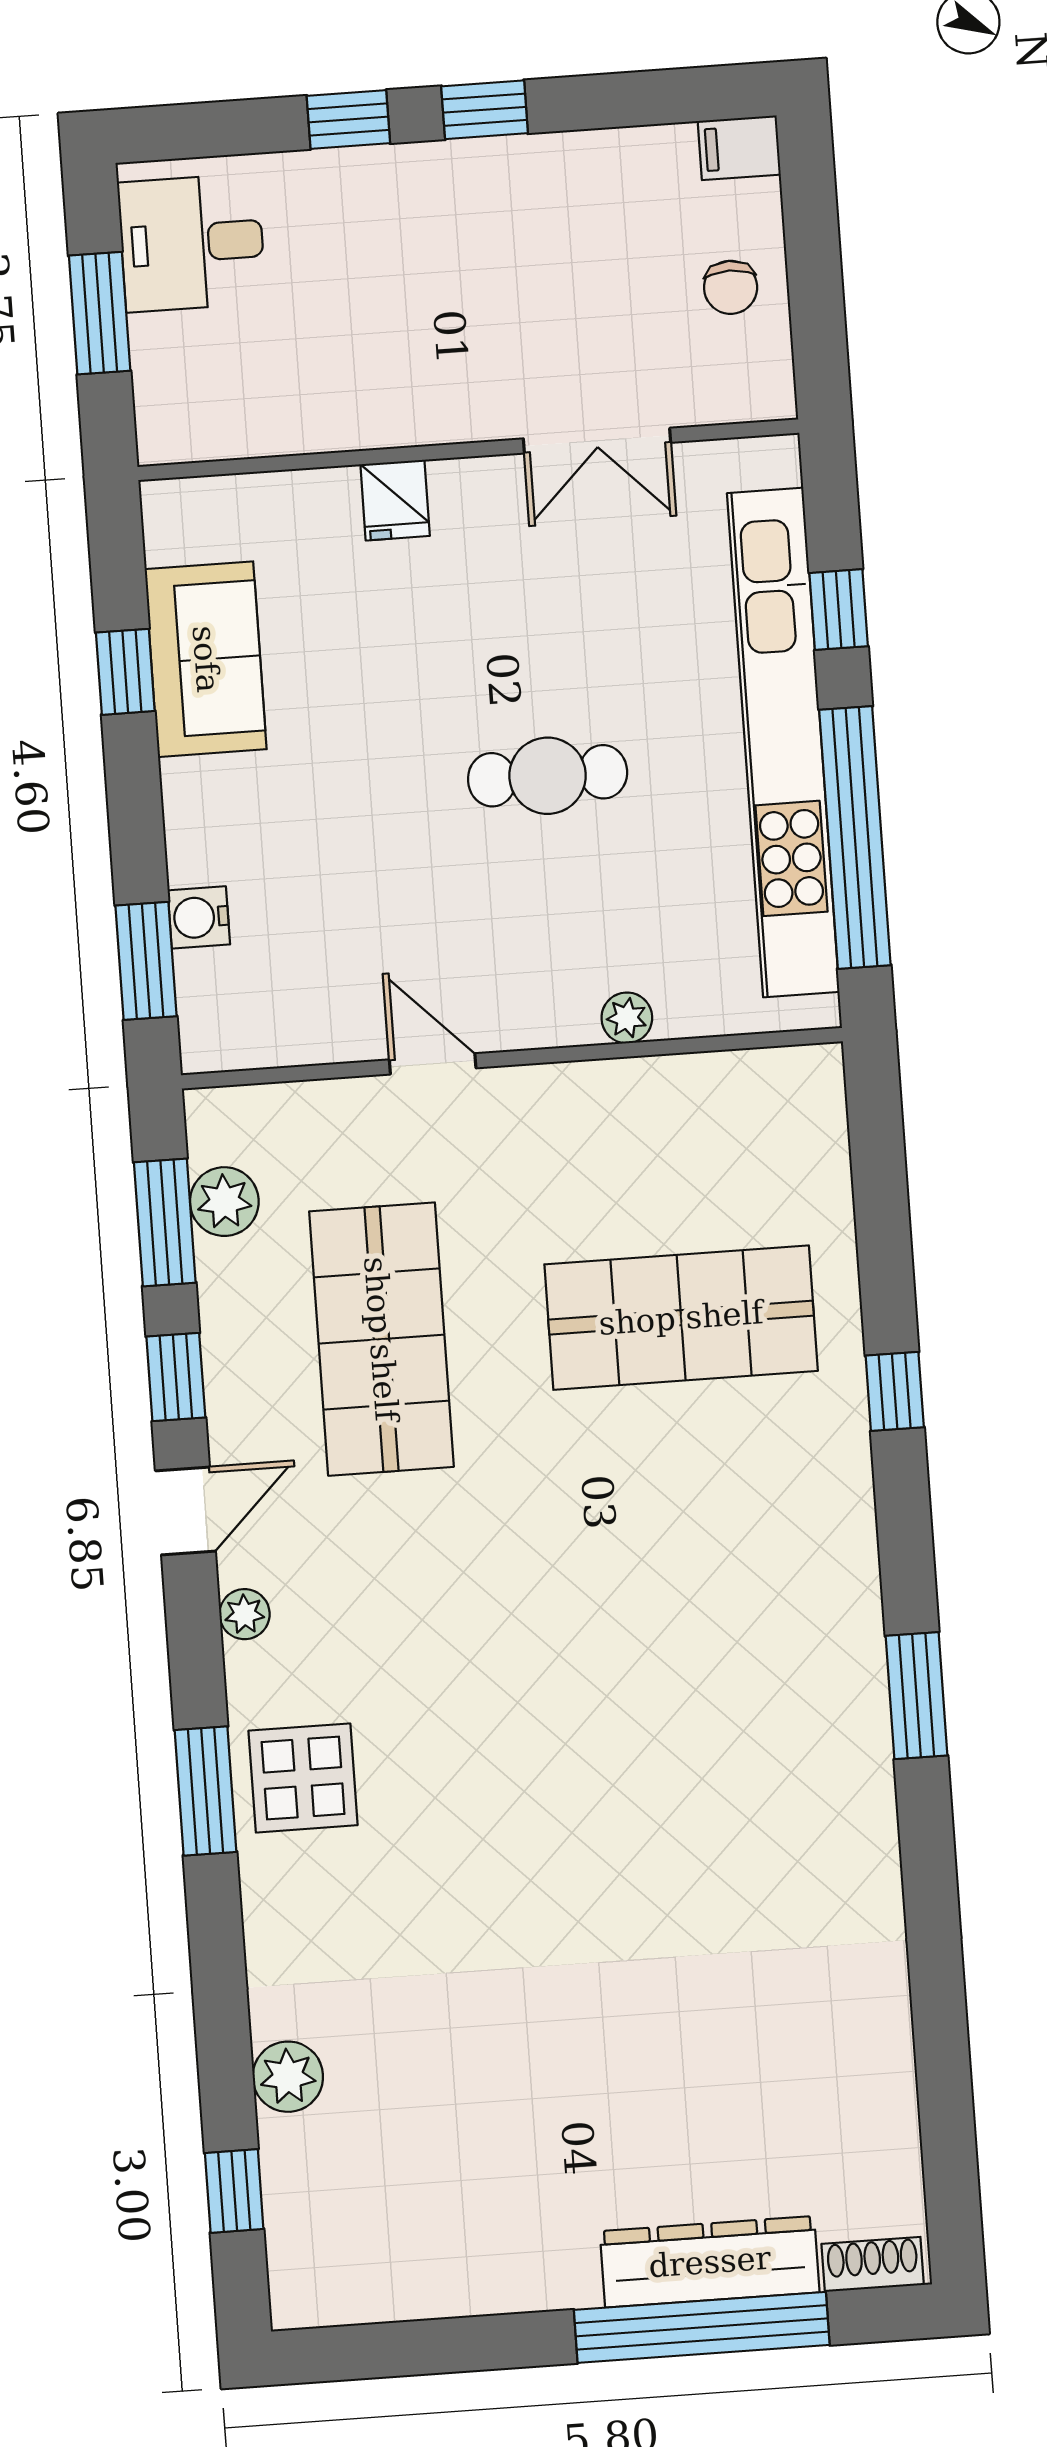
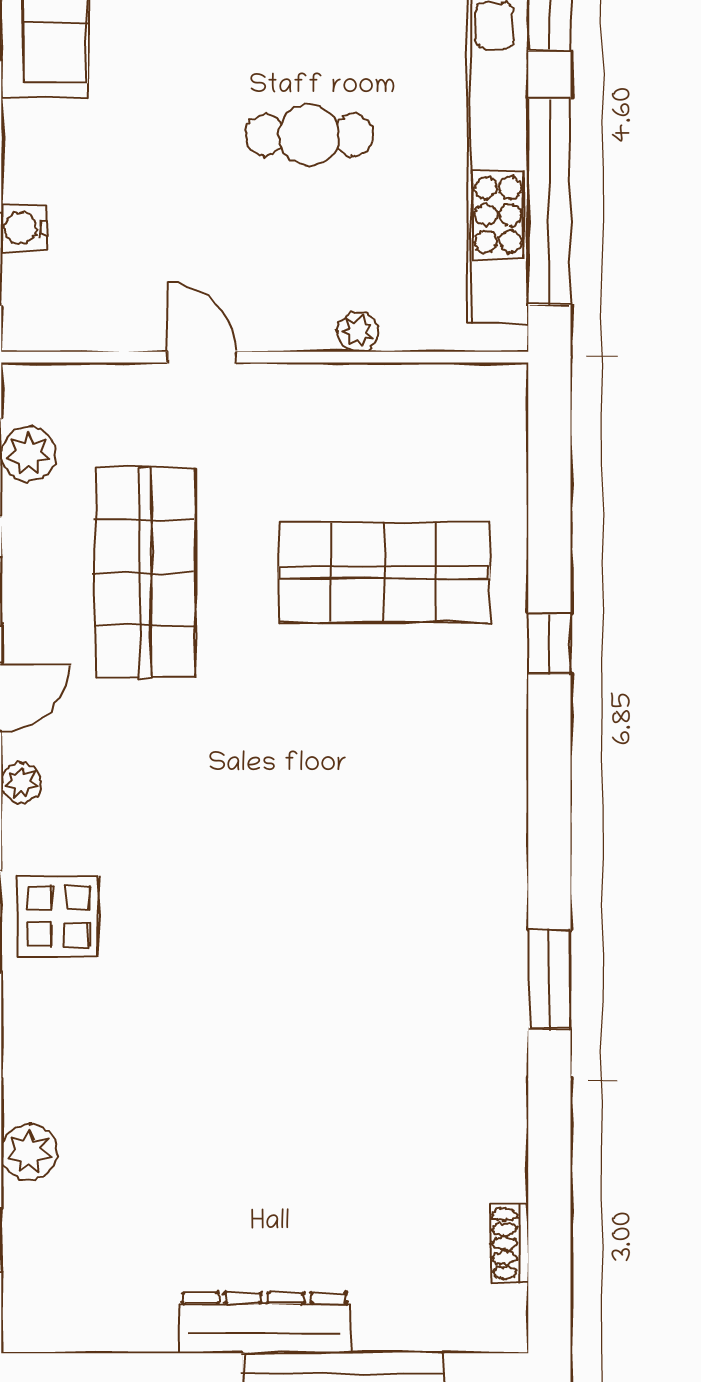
window: (916, 1696) -> (549, 979), moved
dresser: (710, 2262) -> (265, 1323), moved
shoe rack: (873, 2264) -> (509, 1244), moved, turned -90

